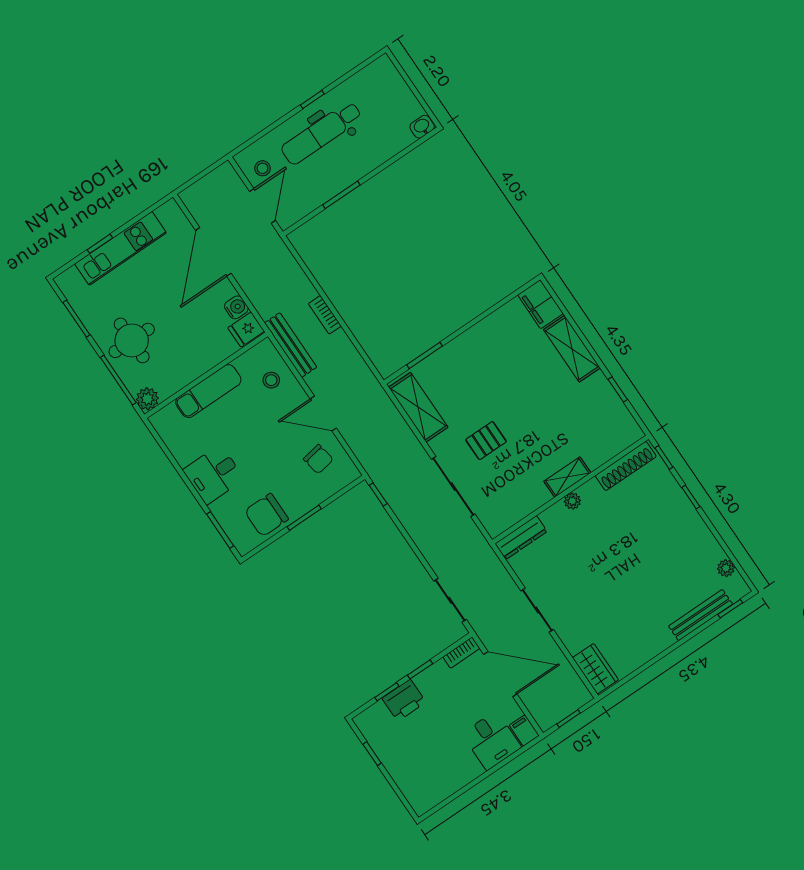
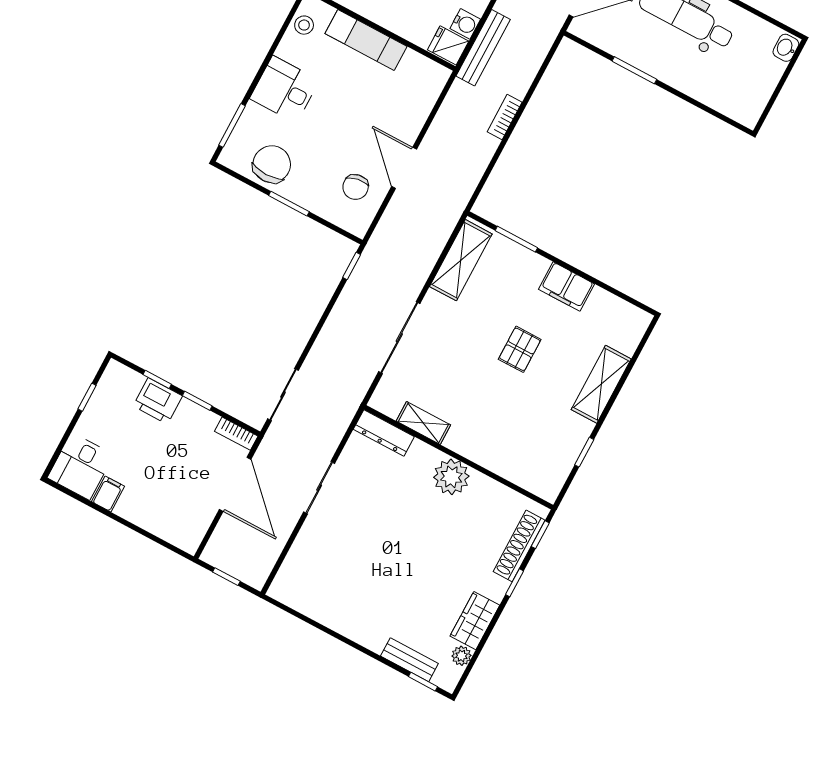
washbasin: (422, 127) -> (786, 48), moved, turned -90
filing cabinet: (541, 304) -> (566, 287), moved, turned -90
bench: (291, 345) -> (483, 48), moved
stool: (271, 380) -> (304, 25), moved
pallet: (486, 441) -> (520, 349), moved, turned 90
shoe rack: (626, 466) -> (519, 546), moved, turned 90
shelving: (567, 477) -> (423, 423), moved
plant: (572, 501) -> (451, 477), width x1.88, depth x1.88
chair: (266, 515) -> (272, 164), turned 90
bench: (701, 615) -> (409, 660), width x0.73
wardrobe: (595, 669) -> (475, 621), moved, turned 180
filing cabinet: (524, 730) -> (108, 494), moved
desk: (492, 740) -> (81, 466), moved

